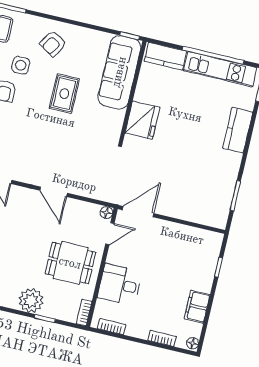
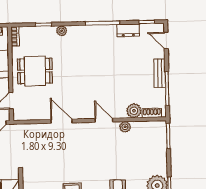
floor lamp: (106, 213) -> (18, 116), removed
plant: (31, 301) -> (62, 31), width x0.53, depth x0.53

